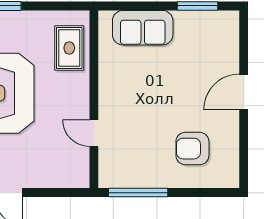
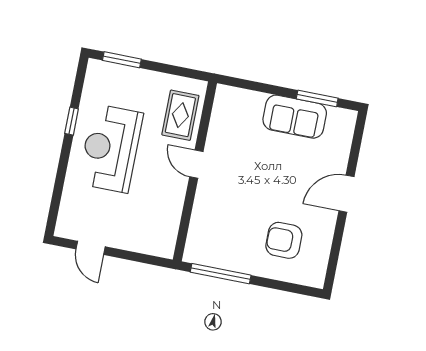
sofa: (143, 28) -> (295, 117), moved
door: (94, 133) -> (196, 164), moved

